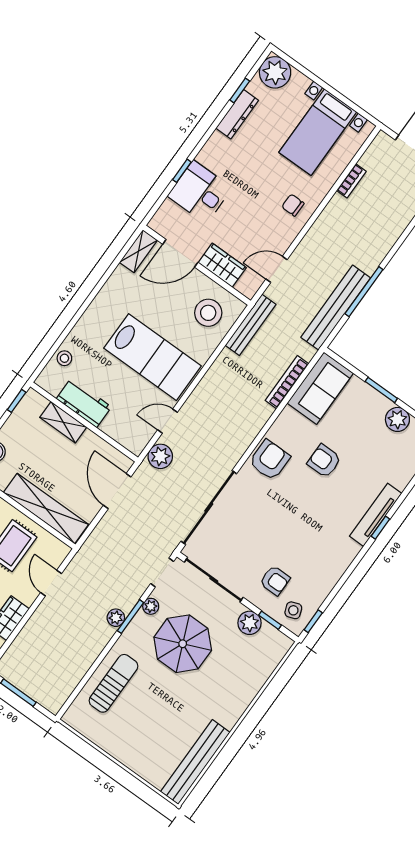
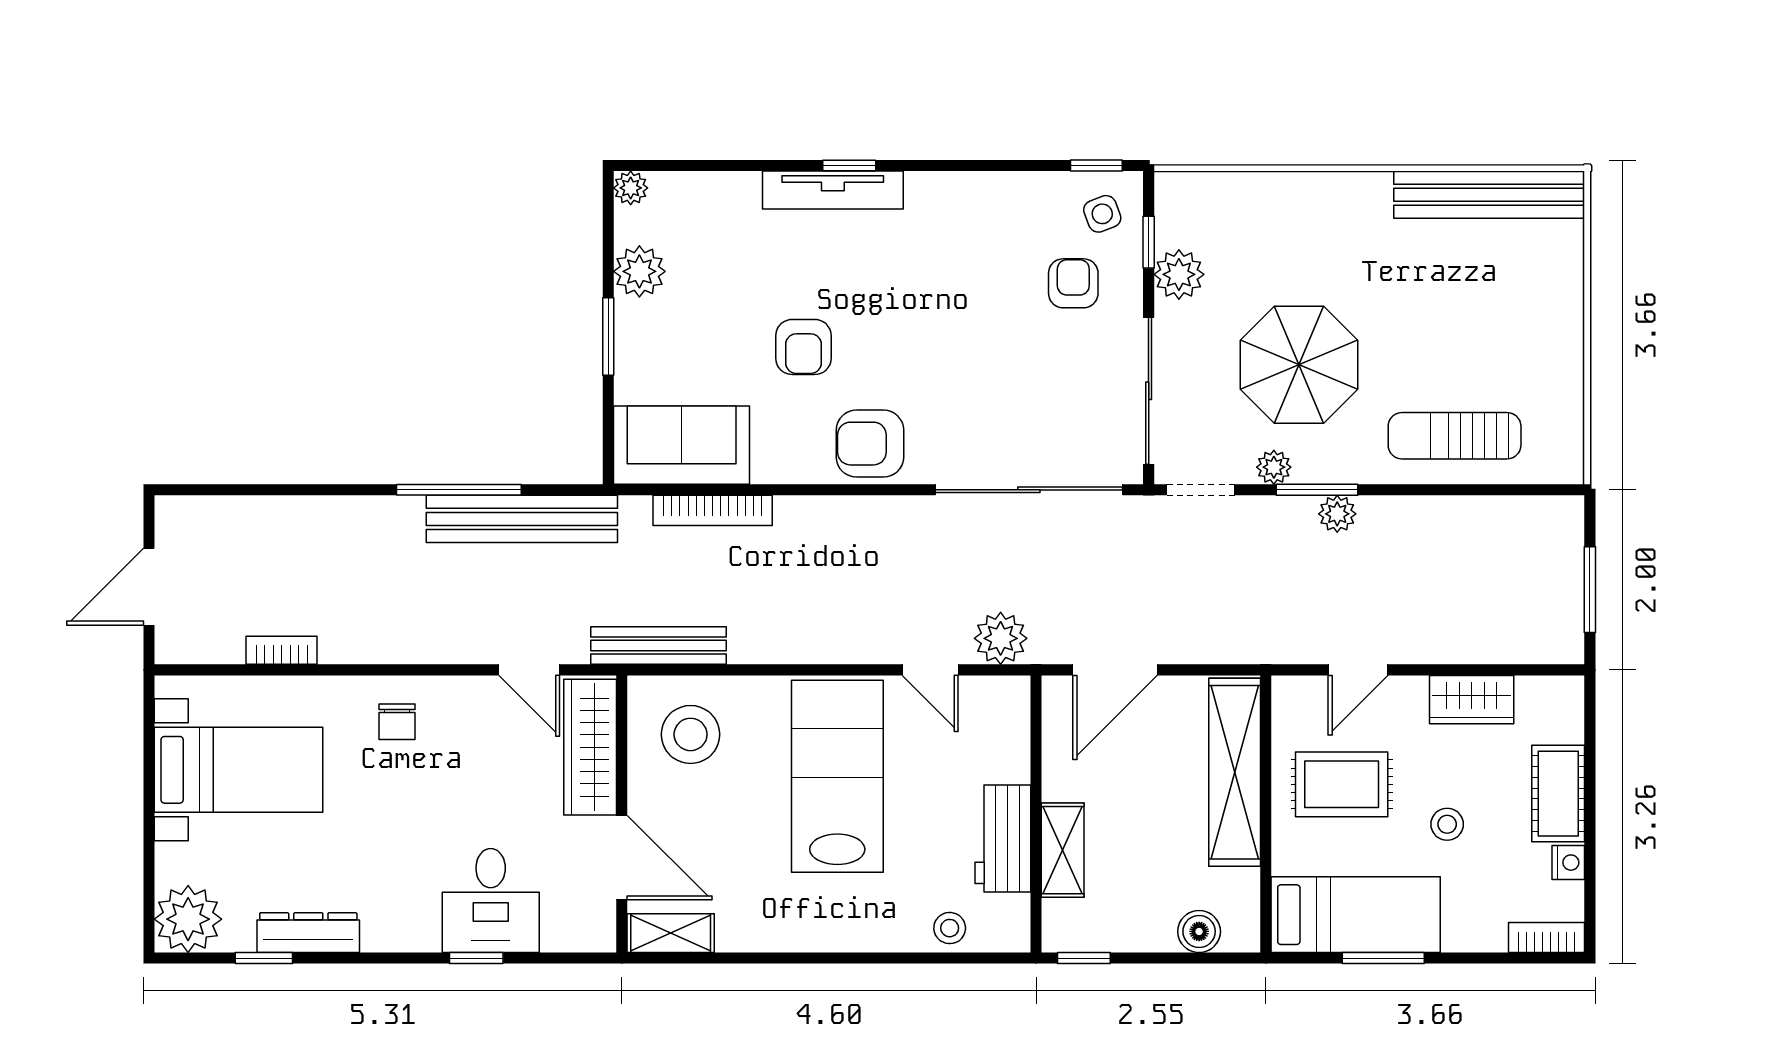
wardrobe: (222, 265) -> (590, 747), width x1.50

